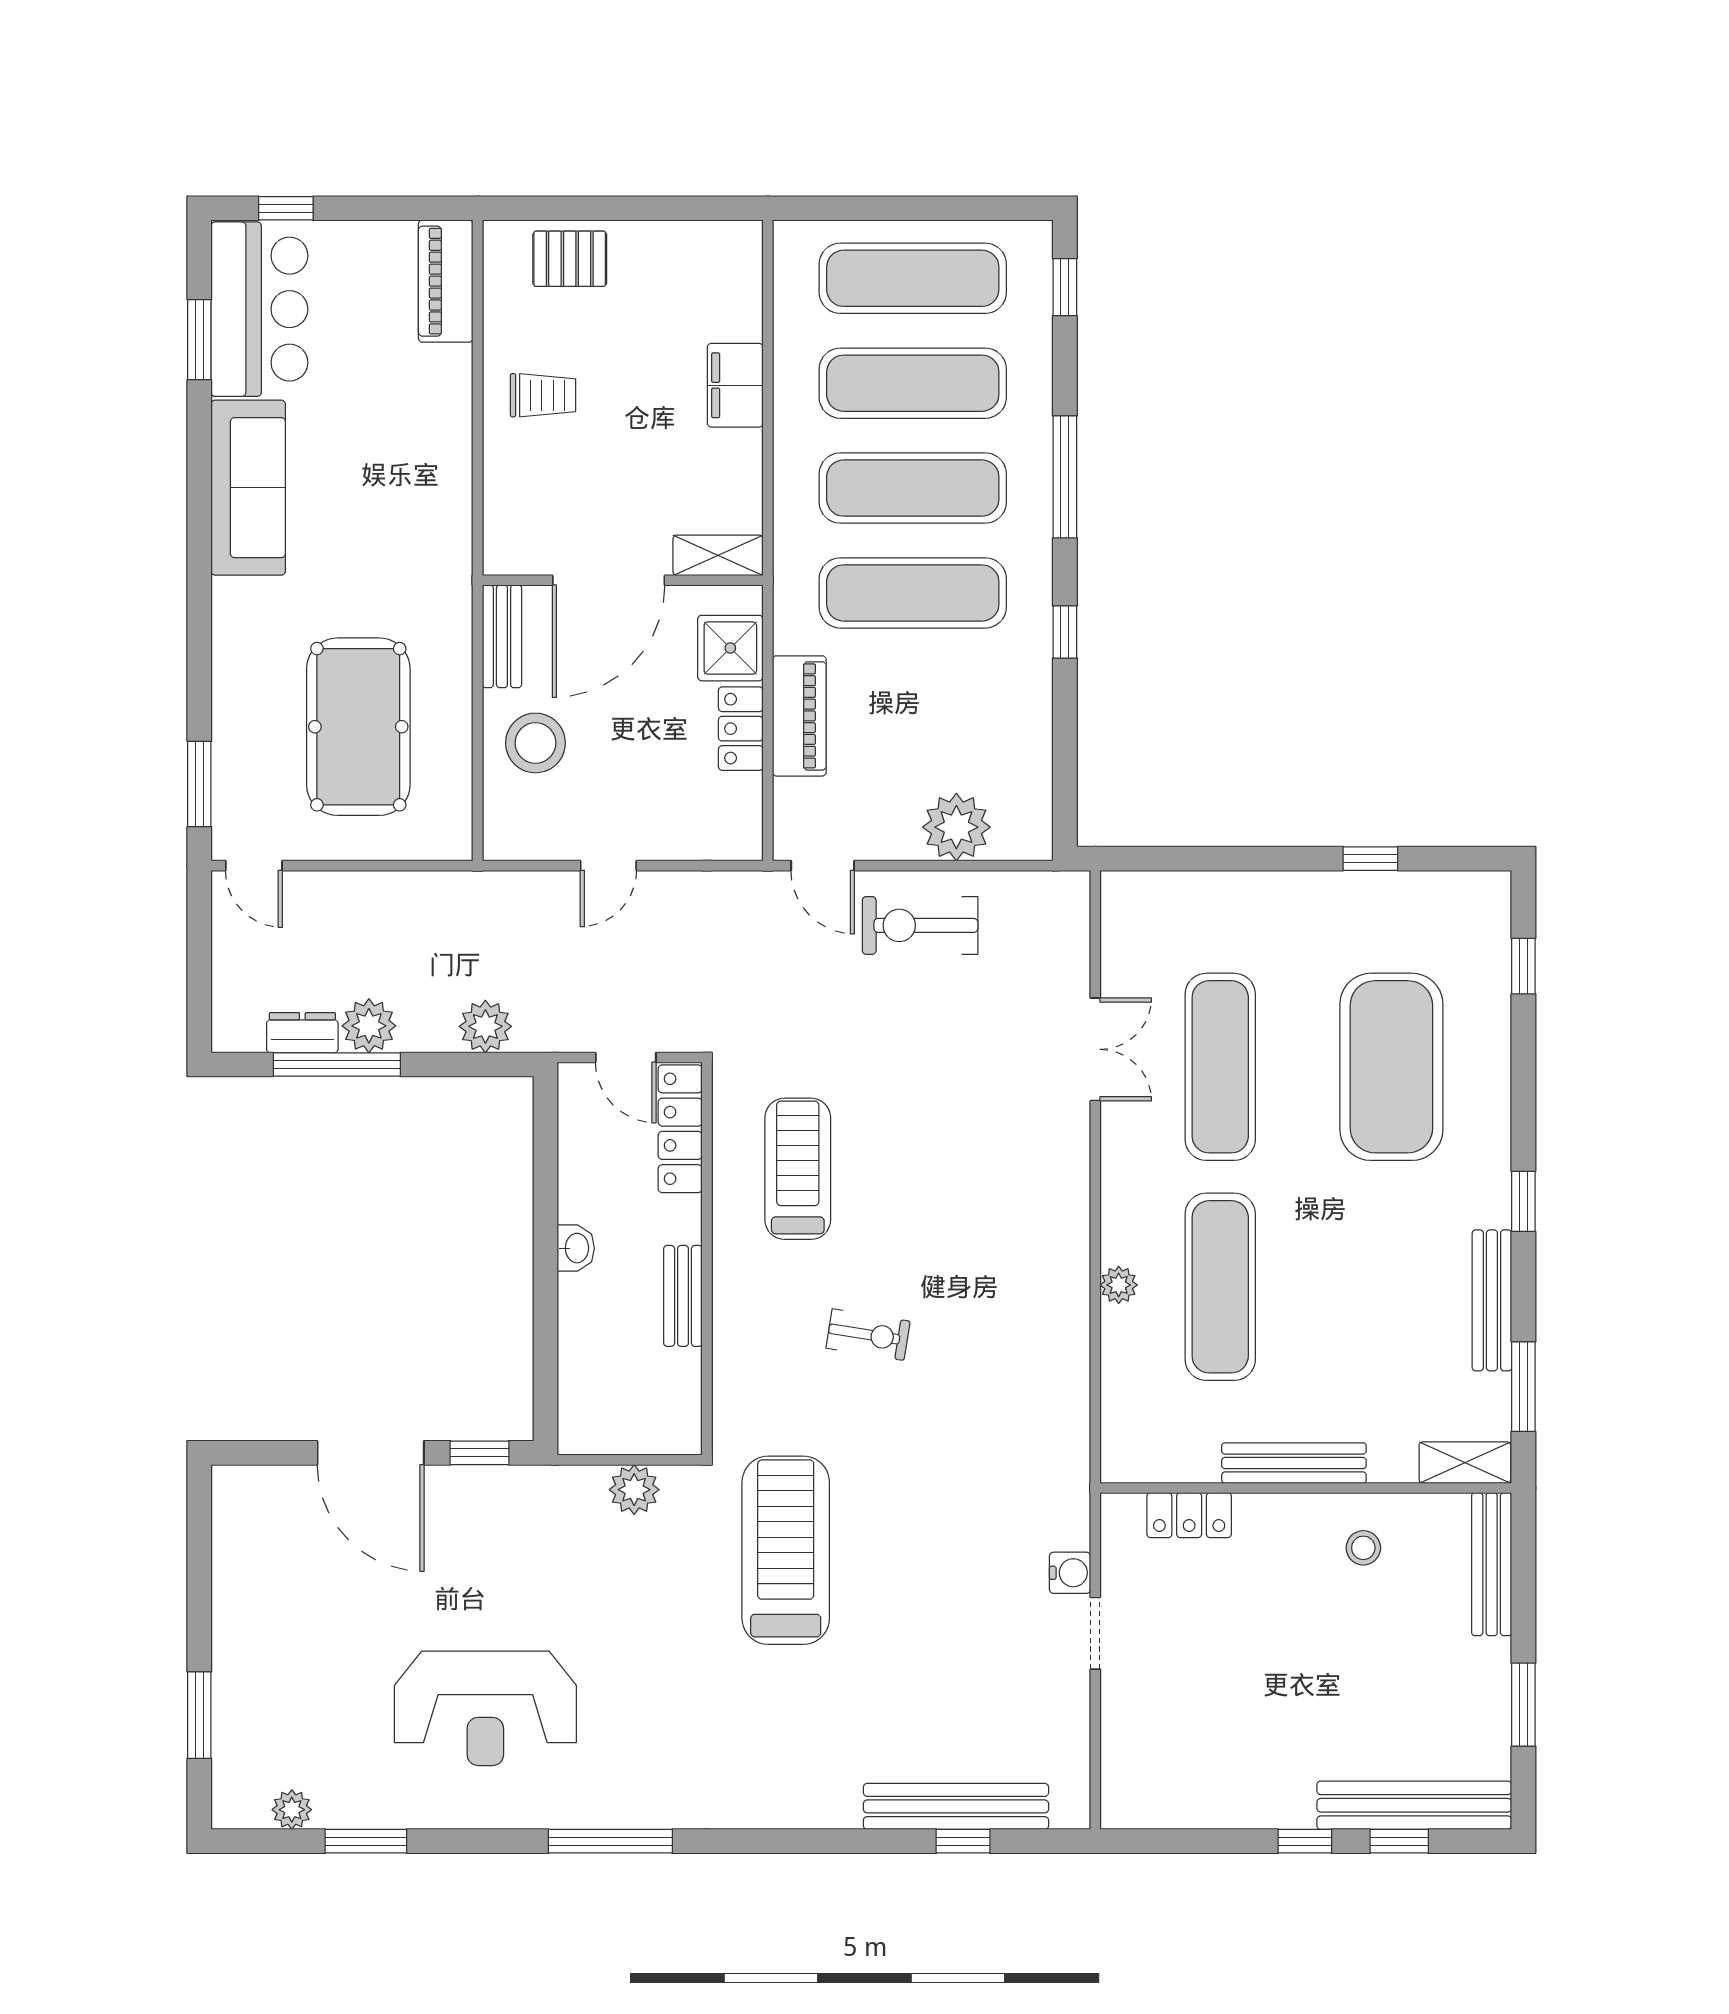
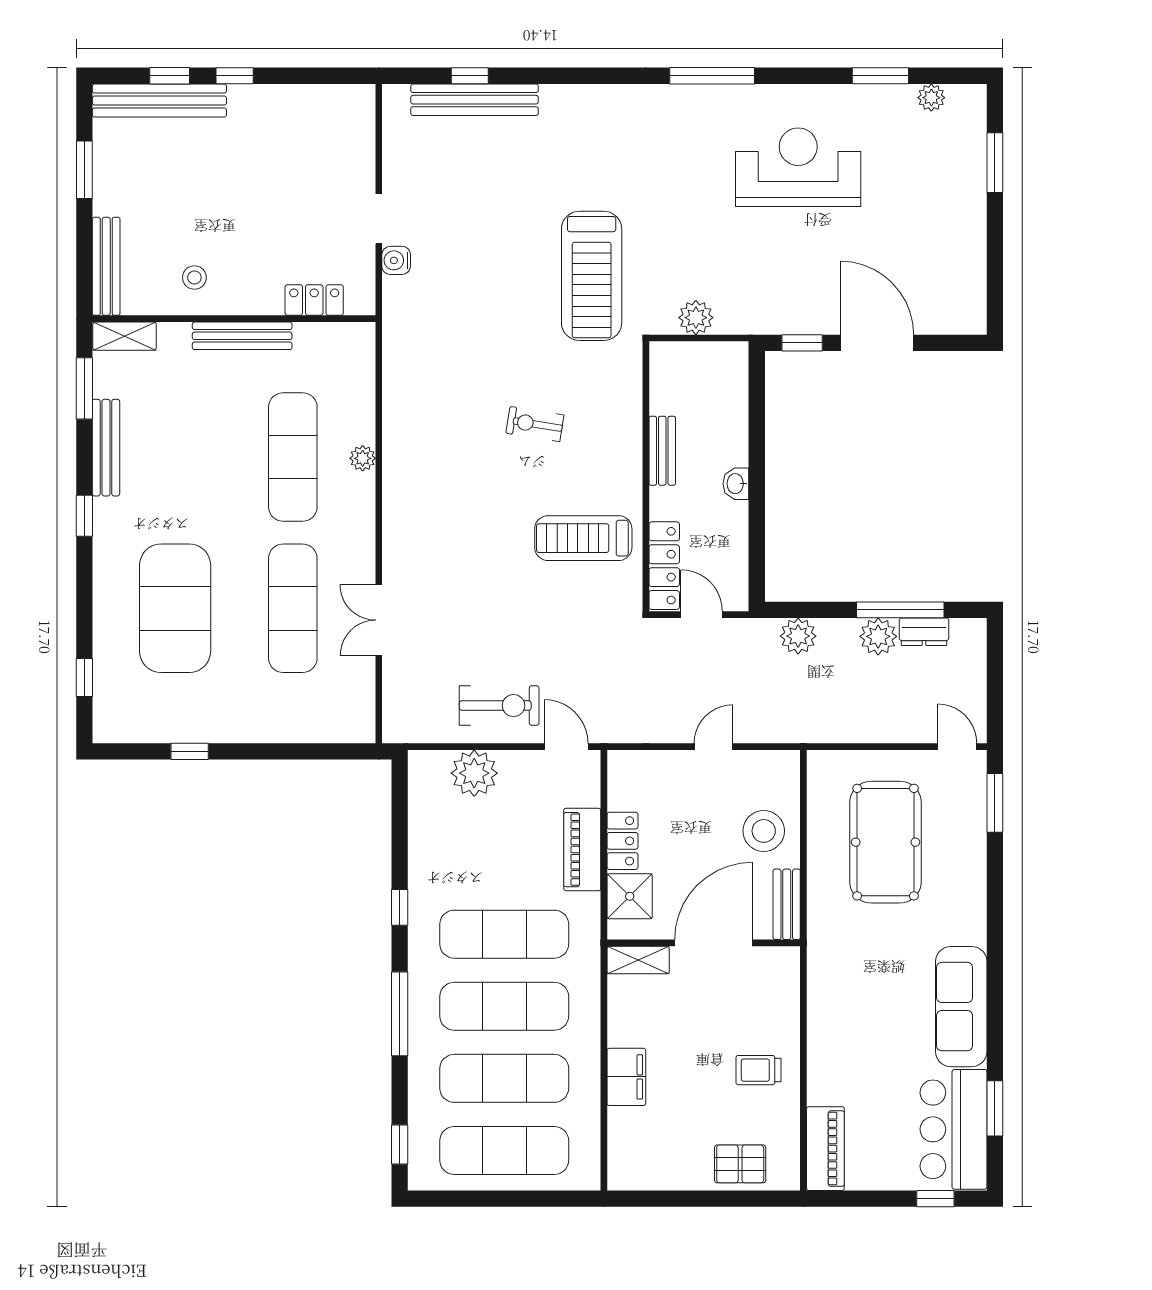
treadmill: (798, 1169) -> (583, 538), turned 90

